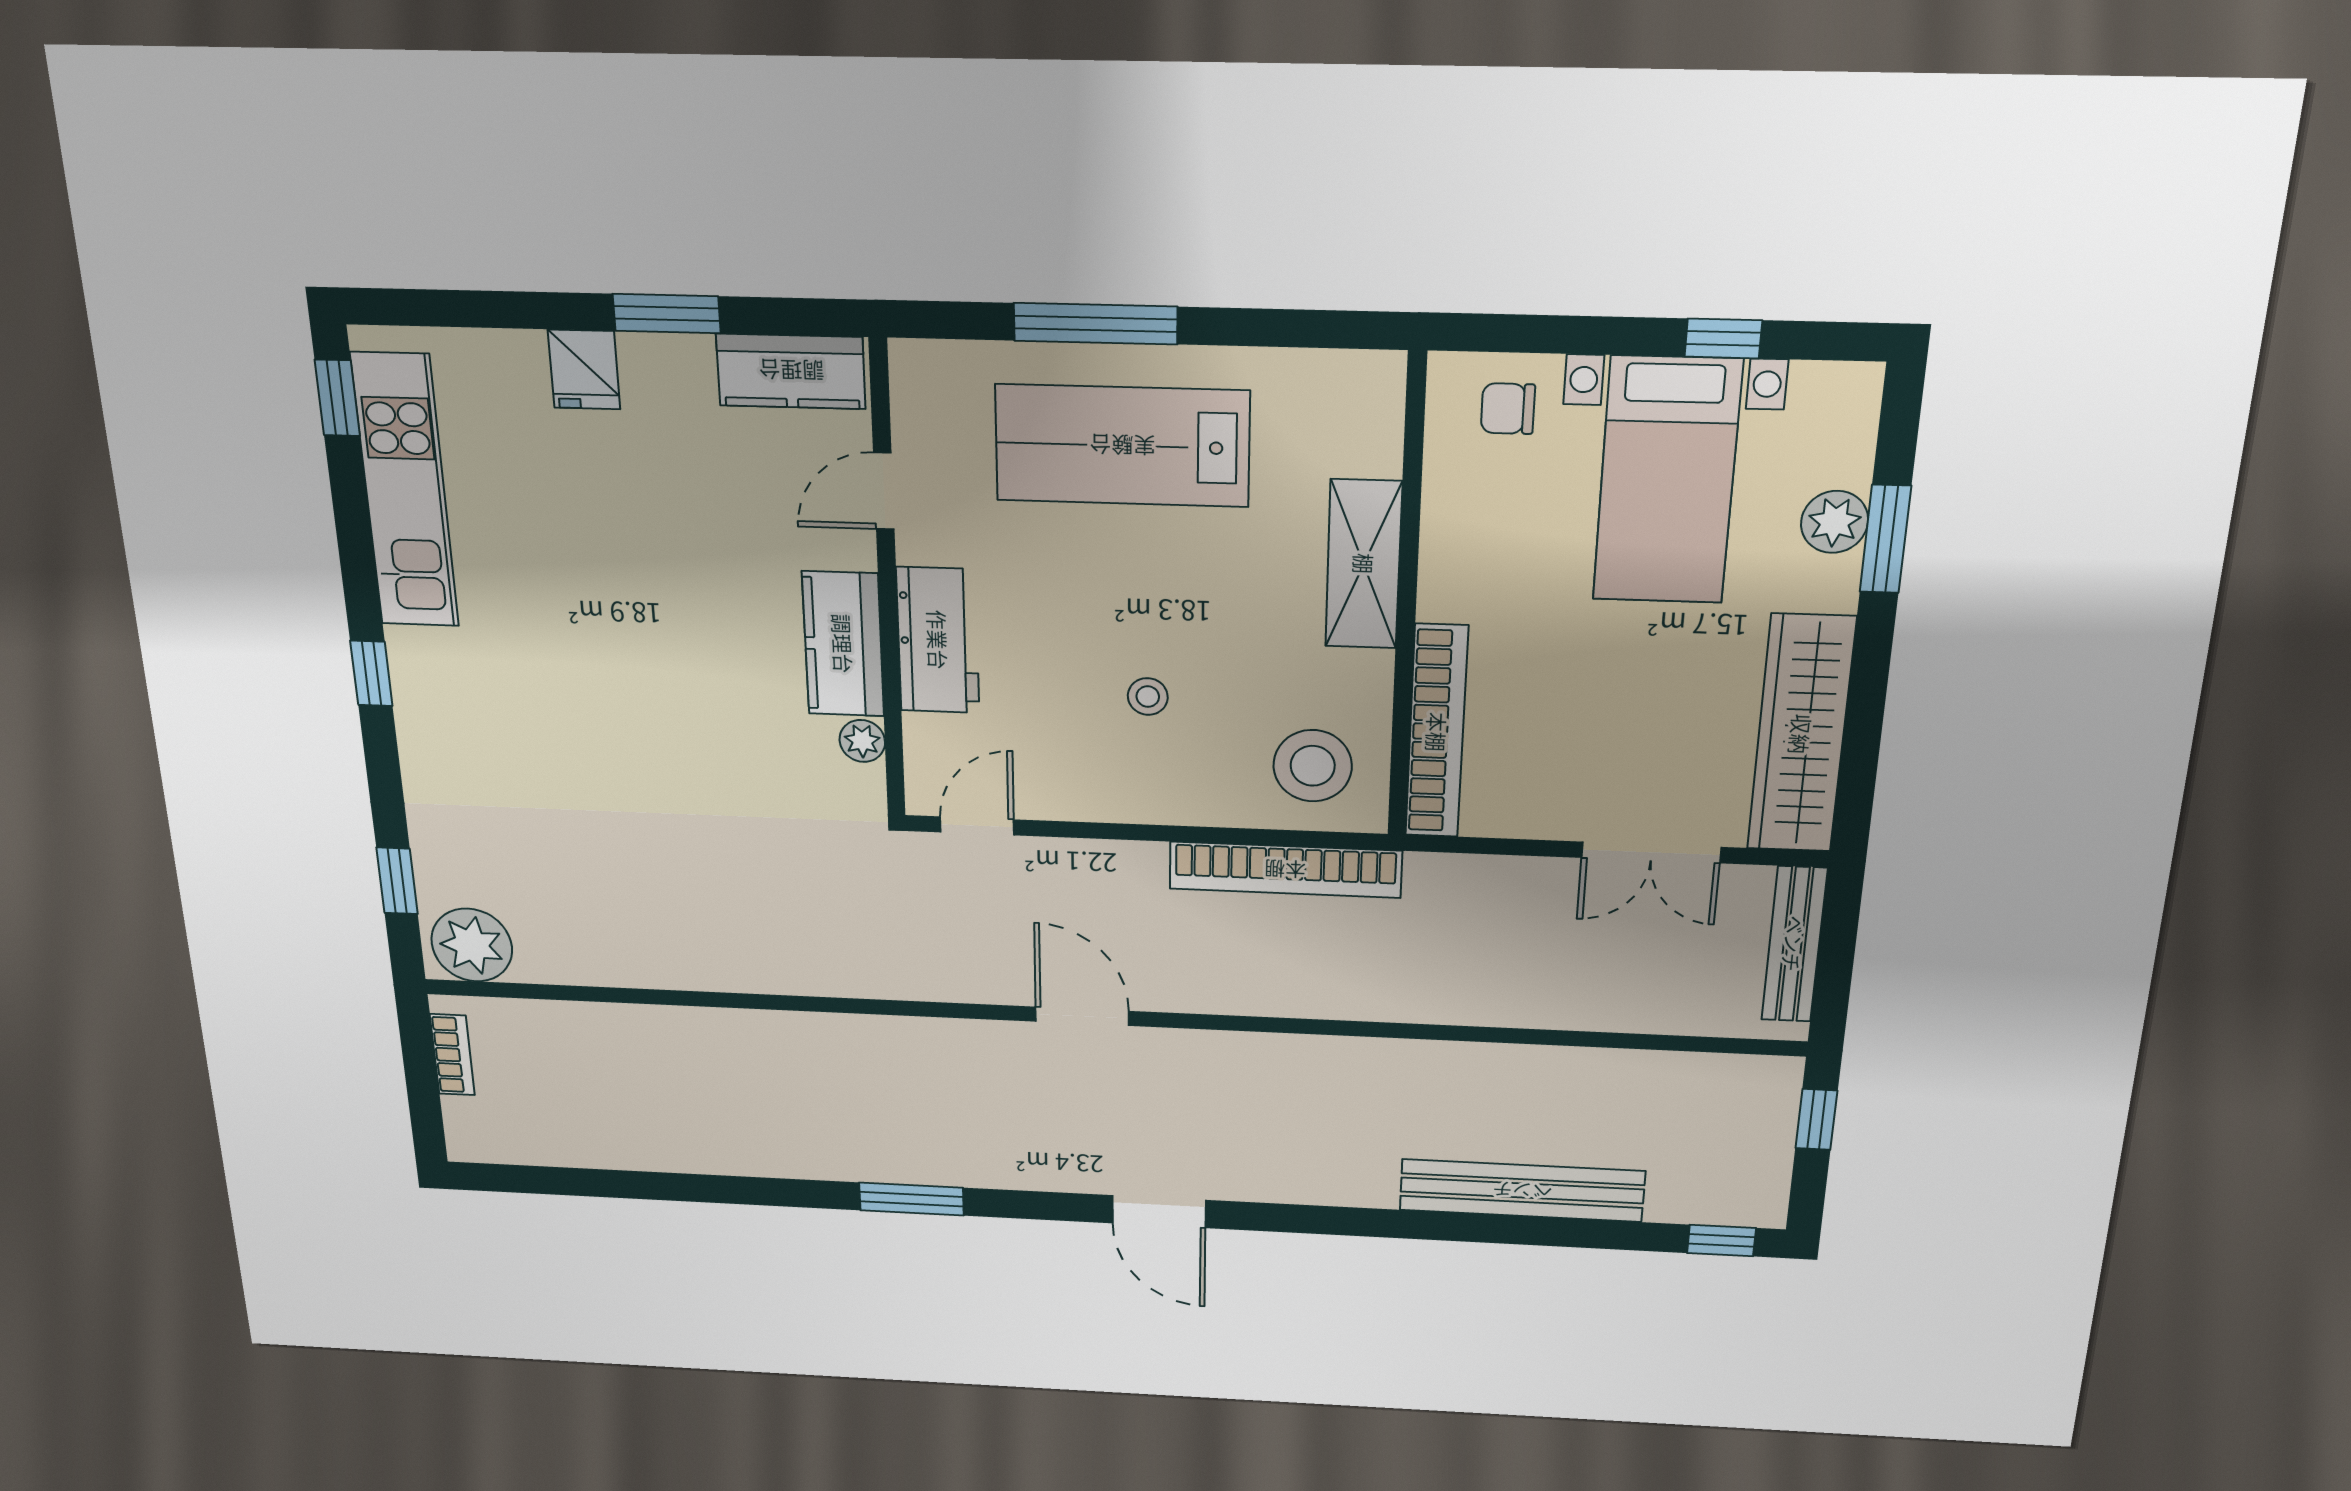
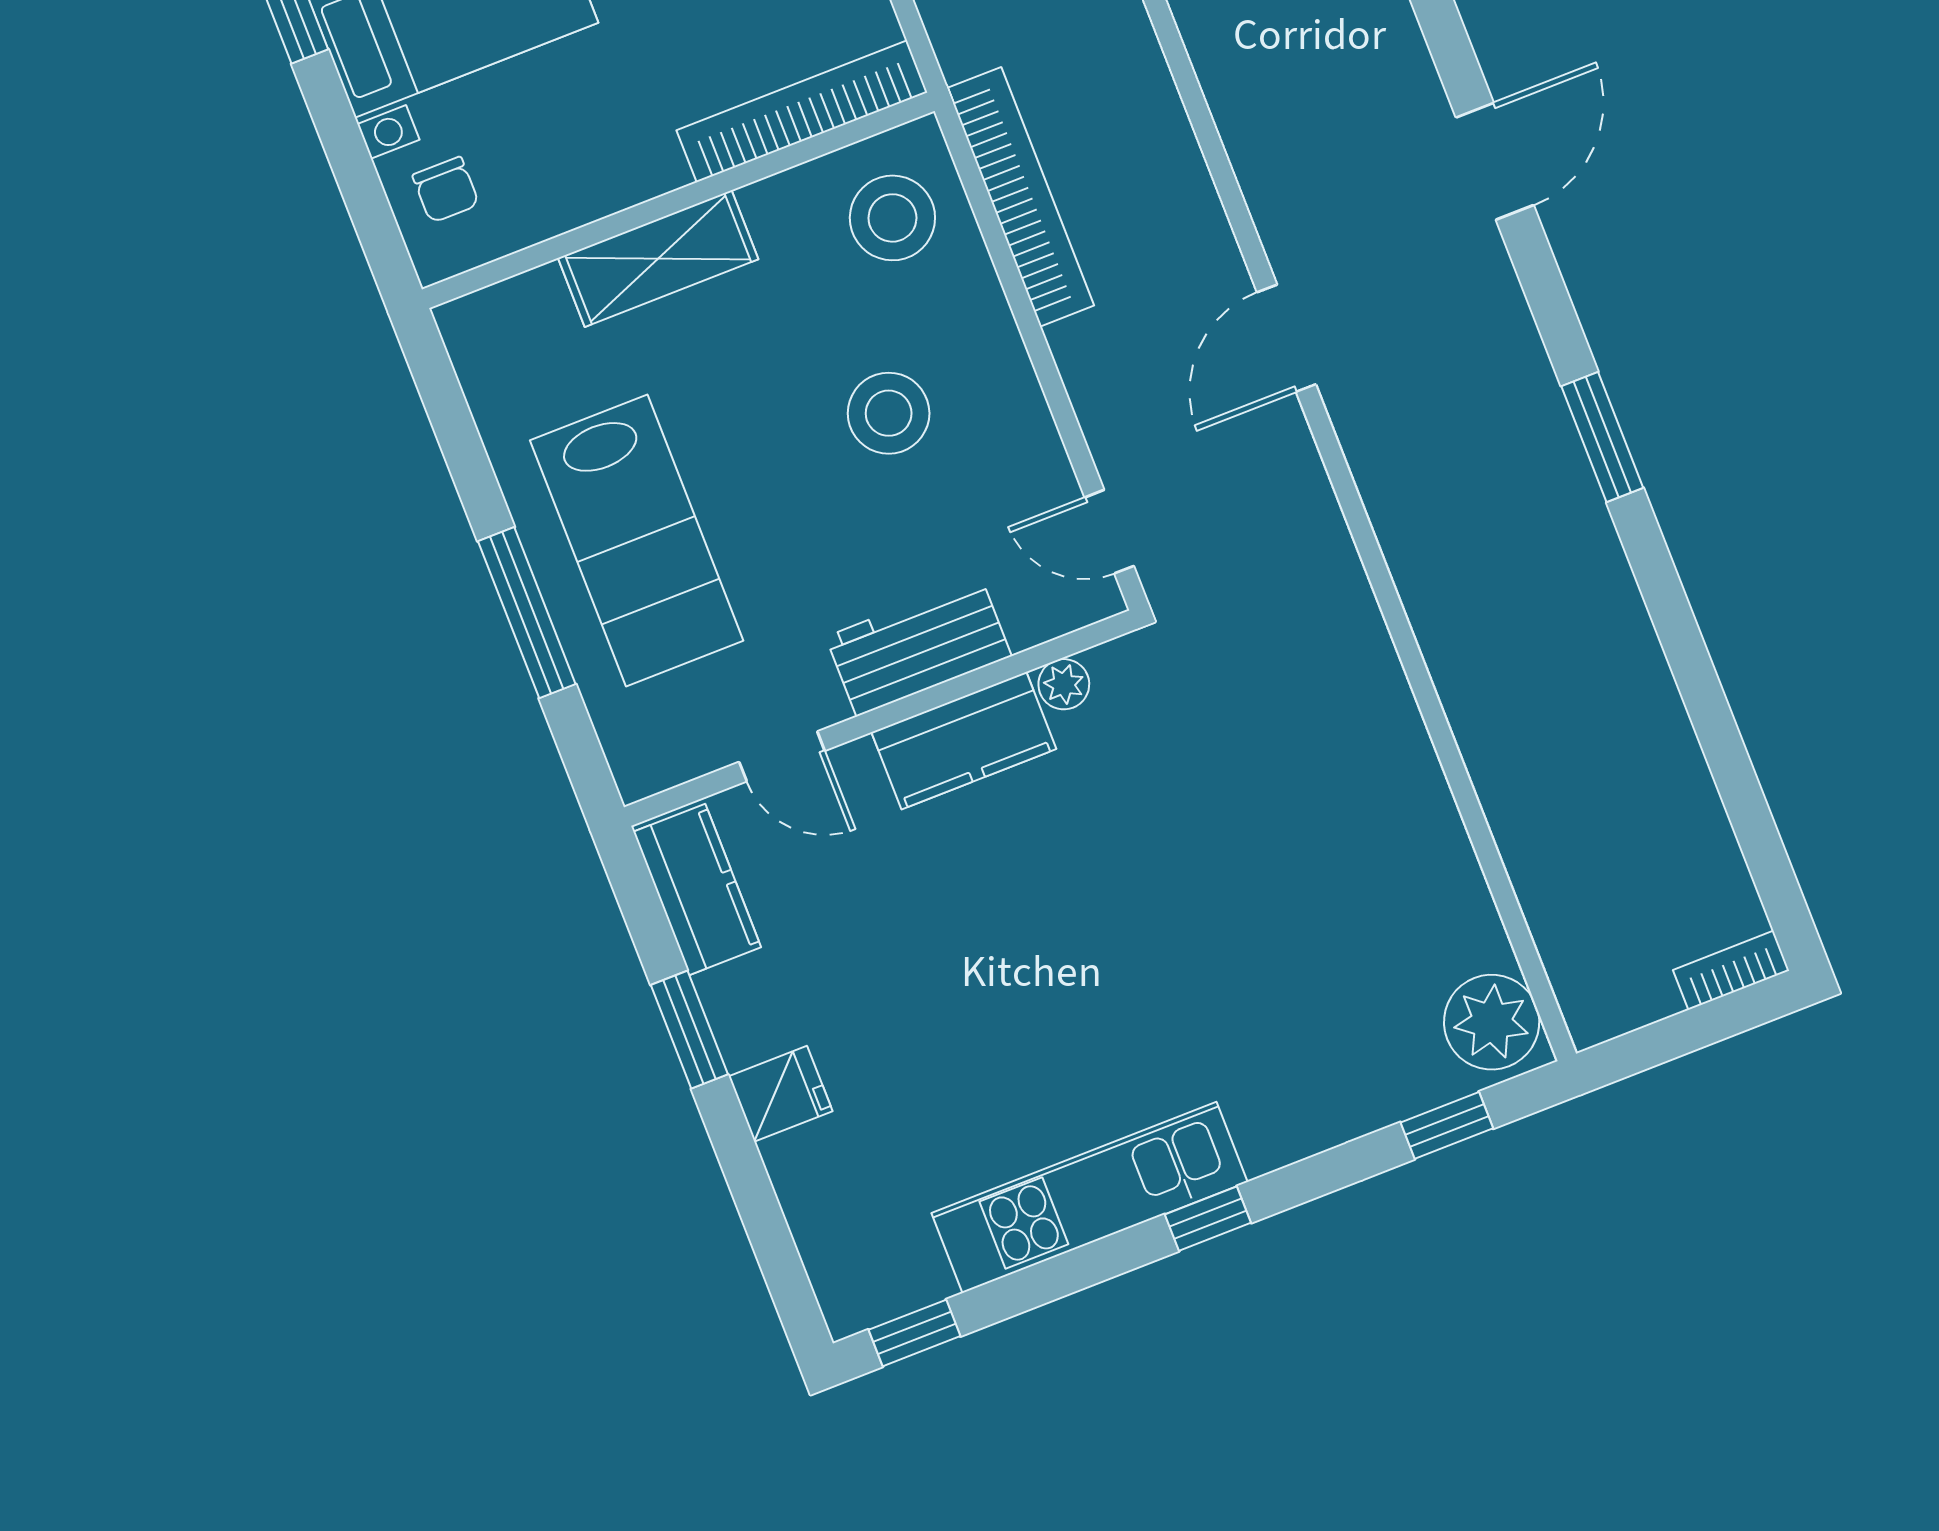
kitchen unit: (405, 491) -> (1089, 1197), moved
stool: (1148, 697) -> (889, 413), width x1.89, depth x1.89
bookcase: (452, 1055) -> (1731, 970), moved

